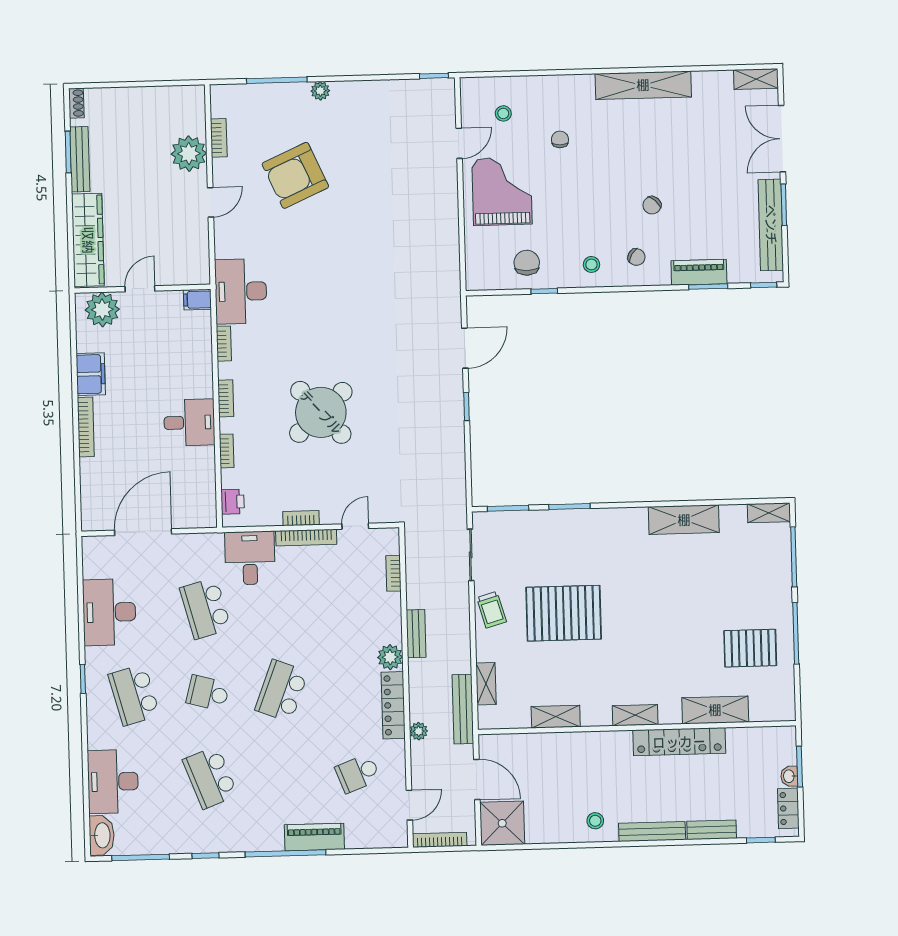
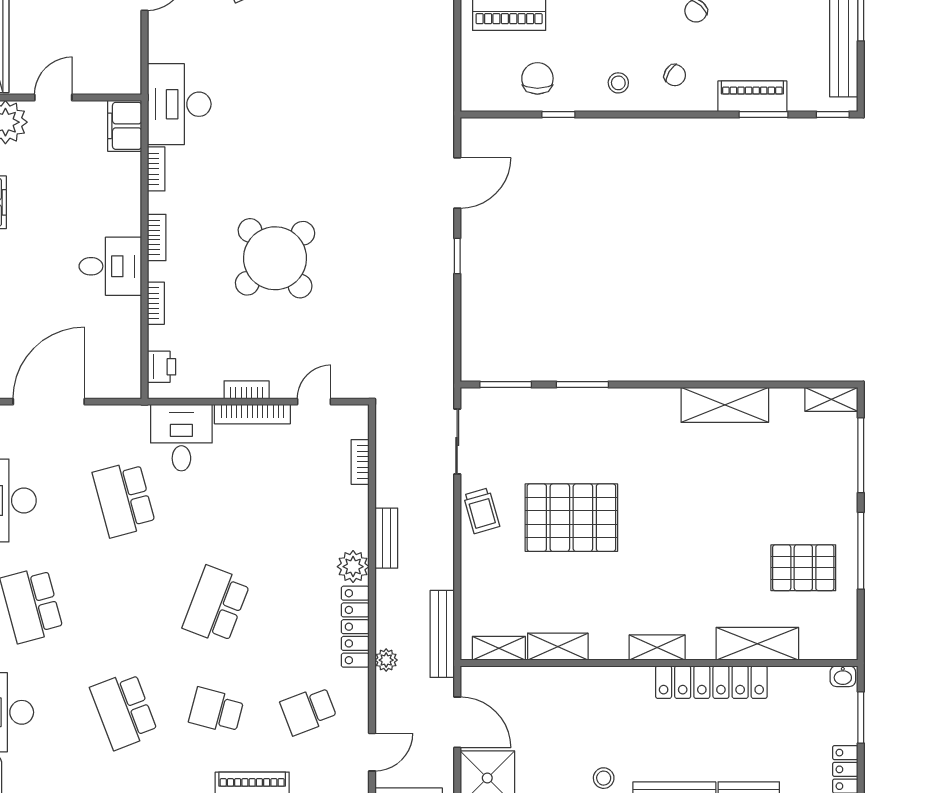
filing cabinet: (197, 300) -> (125, 126), width x2.00
shelving: (486, 684) -> (499, 648), moved, turned 90
school desk: (208, 693) -> (216, 711), moved
washbasin: (789, 776) -> (843, 676), moved, turned -90

